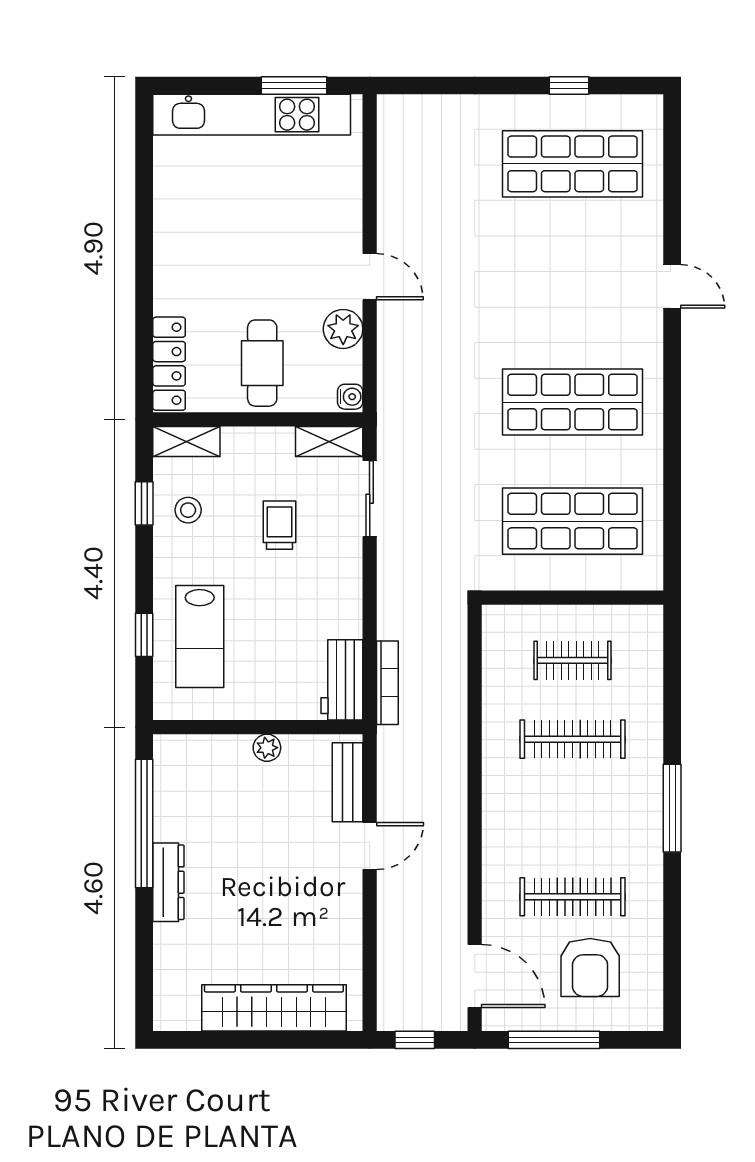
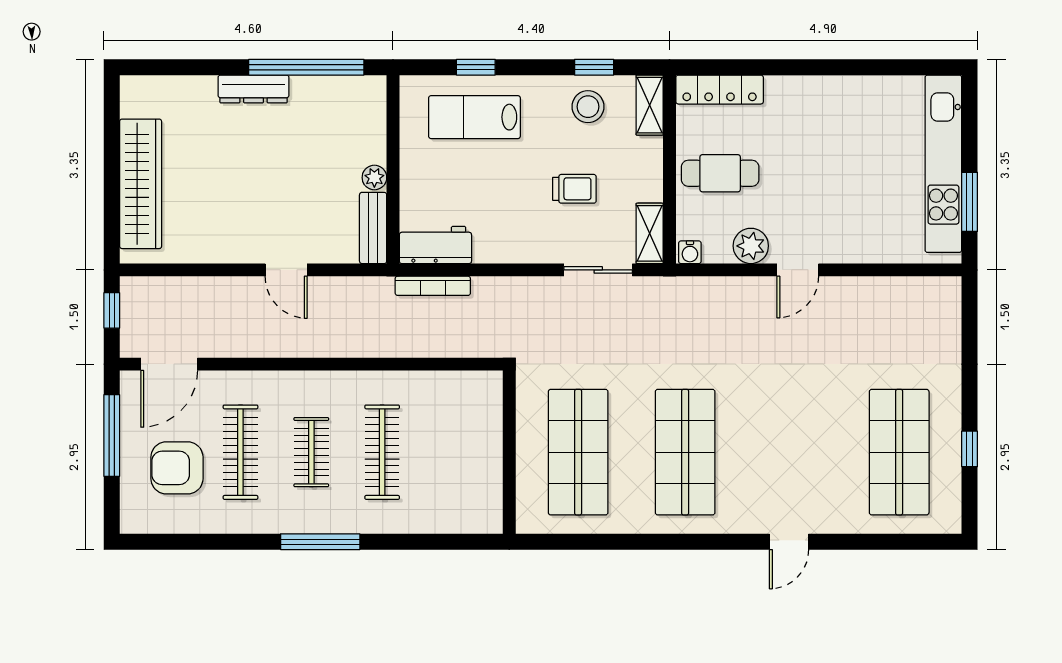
stool: (188, 510) -> (588, 107), width x1.37, depth x1.37
clothes rail: (573, 660) -> (311, 452), moved
bench: (348, 782) -> (373, 228), moved, turned 90

